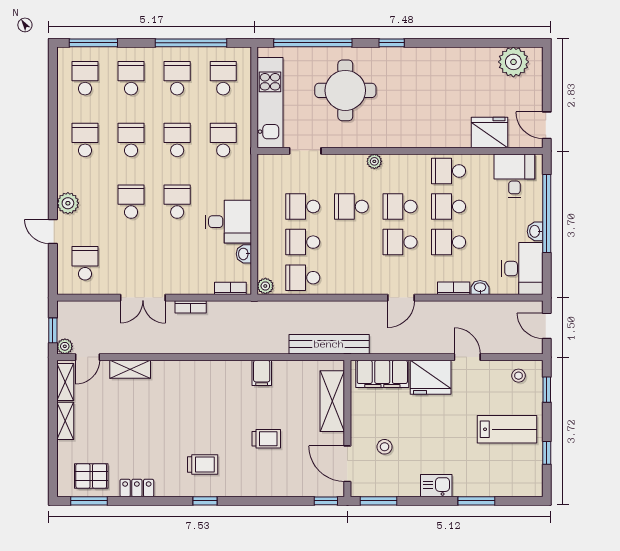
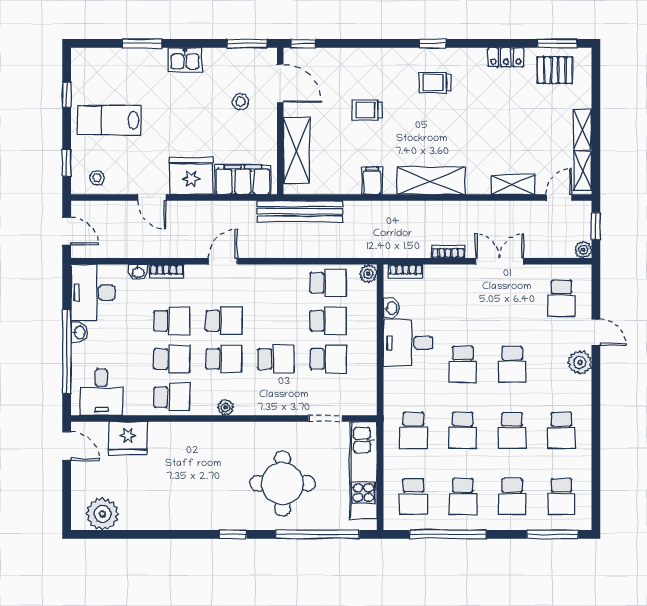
plant: (374, 161) -> (225, 407), moved
plant: (65, 346) -> (583, 250), moved
shelving: (207, 373) -> (431, 181), added

